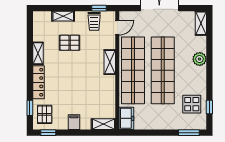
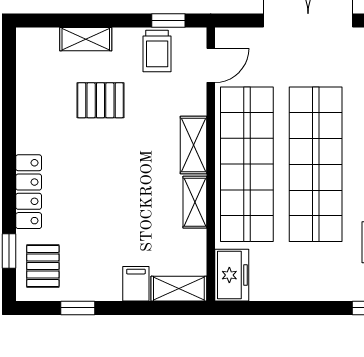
shelving: (38, 53) -> (195, 202), moved
filing cabinet: (74, 122) -> (136, 284), moved
window: (48, 133) -> (78, 308), moved

